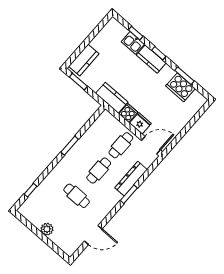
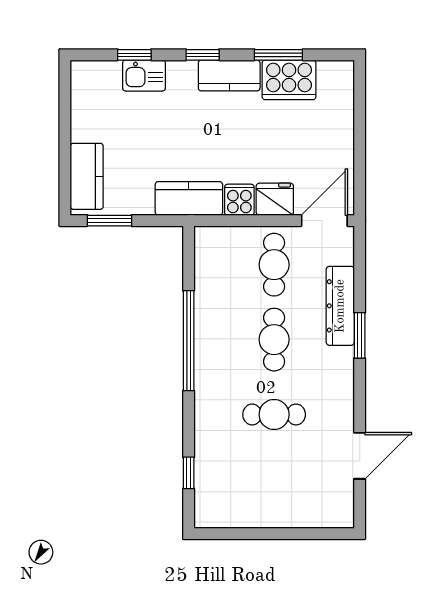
kitchen counter: (151, 59) -> (229, 75), moved
window: (70, 146) -> (189, 341), width x2.11
plant: (47, 229) -> (273, 514), removed

